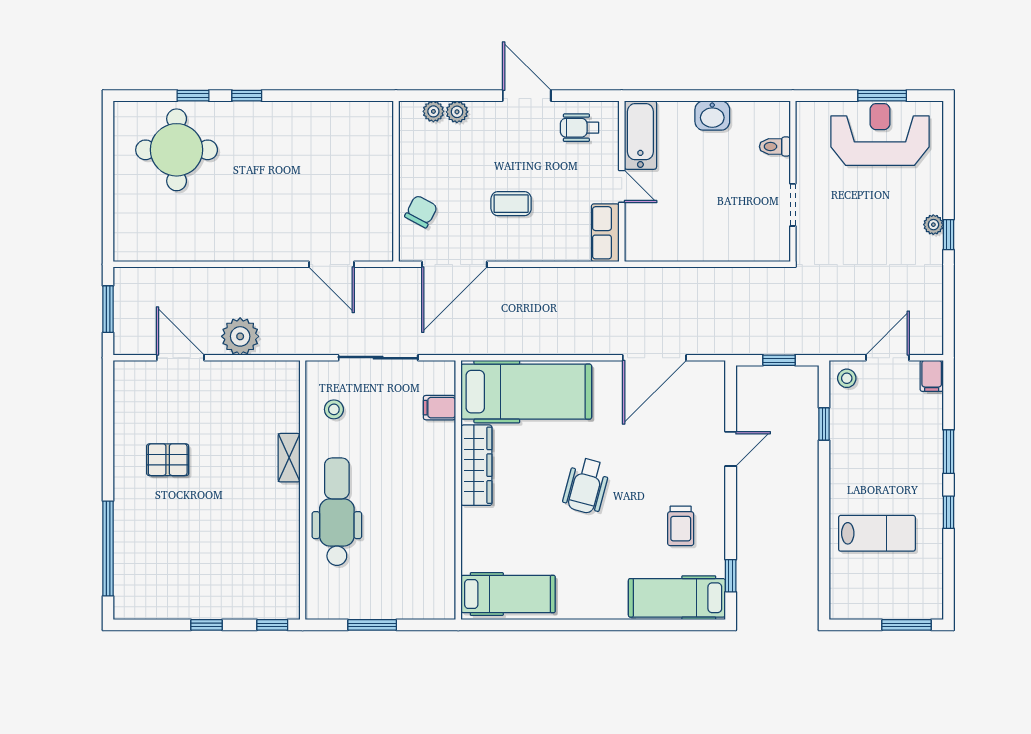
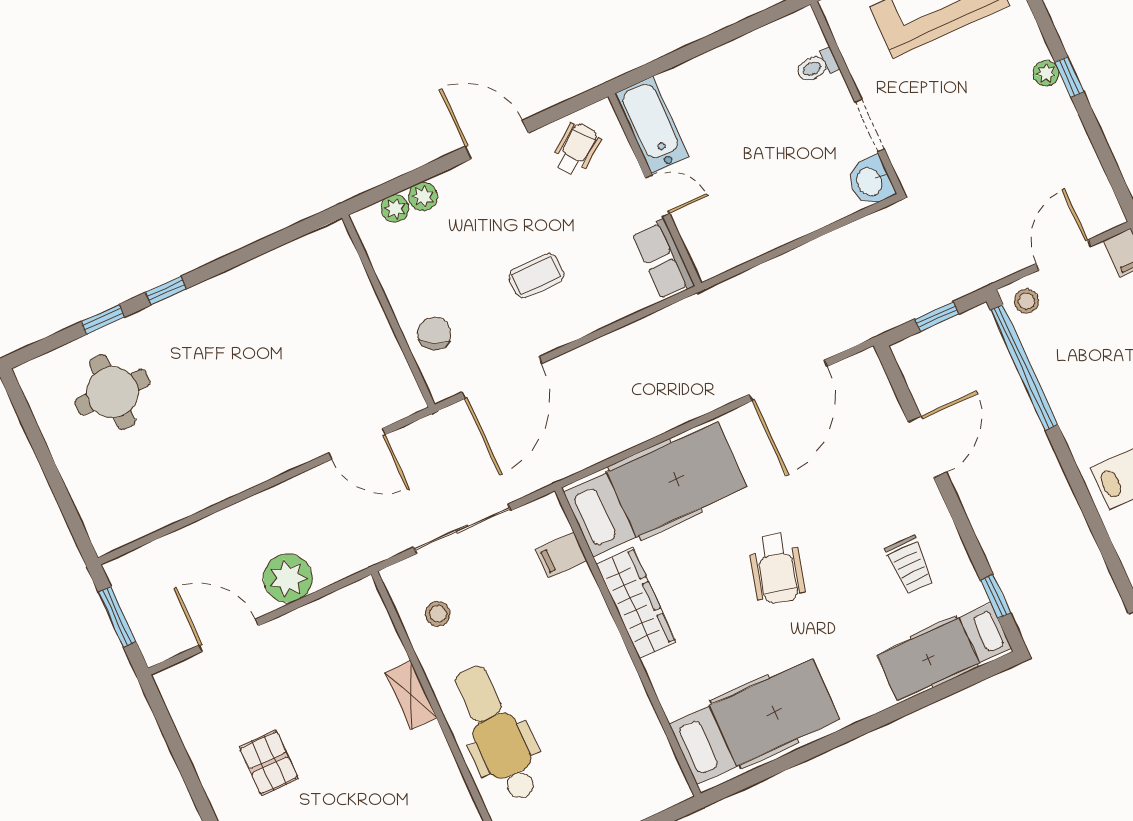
washbasin: (712, 116) -> (870, 181), moved, turned 90
wheelchair: (579, 128) -> (576, 149), turned 143
round table: (177, 150) -> (112, 392), width x0.73, depth x0.73
window: (824, 424) -> (1024, 367), width x3.17
door: (731, 449) -> (927, 447), width x1.38
pallet: (168, 460) -> (269, 763), turned 90
hospital bed: (508, 594) -> (755, 722), width x1.37, depth x1.29

